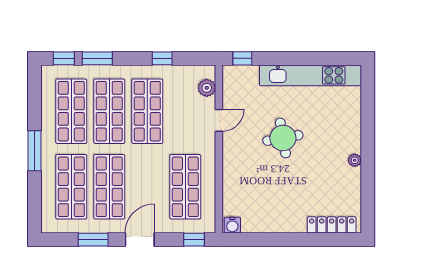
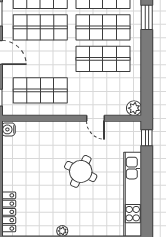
window: (162, 58) -> (147, 71), removed
plant: (207, 88) -> (134, 108), moved
round table: (283, 138) -> (81, 171), turned 36

